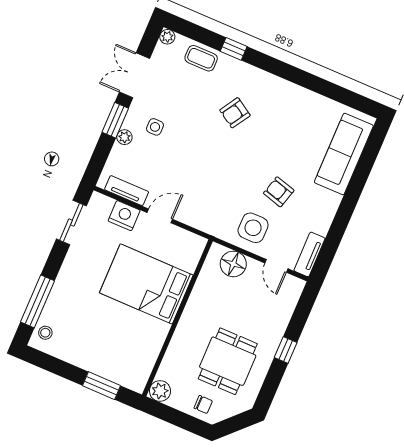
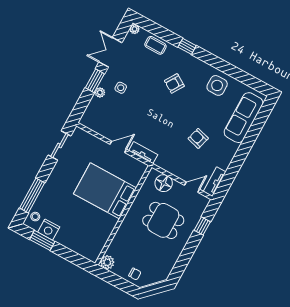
window: (234, 49) -> (187, 46), moved
tv unit: (127, 191) -> (143, 153), moved
nightstand: (124, 216) -> (49, 230), moved, turned 180
side table: (253, 228) -> (217, 85), moved
door: (276, 266) -> (192, 187), swing flipped
window: (286, 350) -> (202, 226), moved
dining table: (228, 361) -> (163, 220), moved, turned 90
window: (102, 386) -> (42, 240), moved

